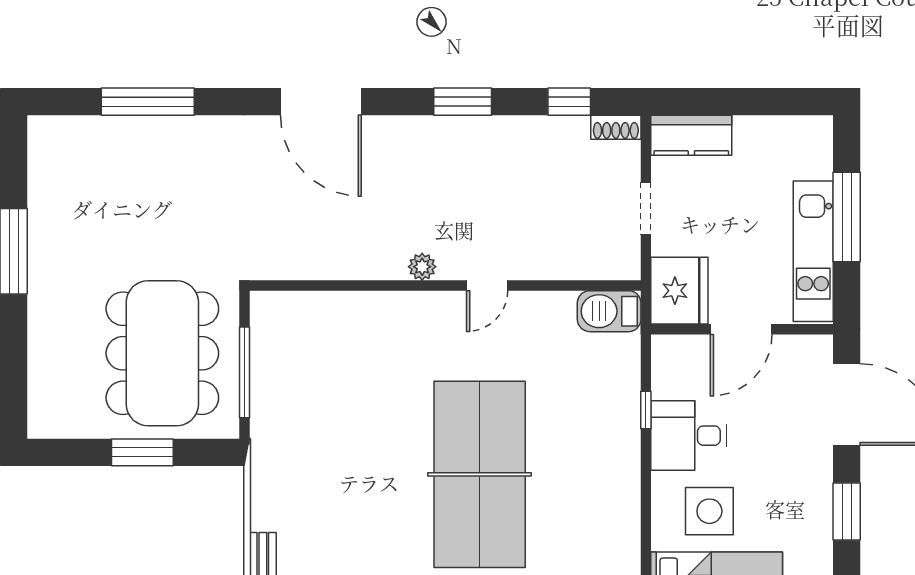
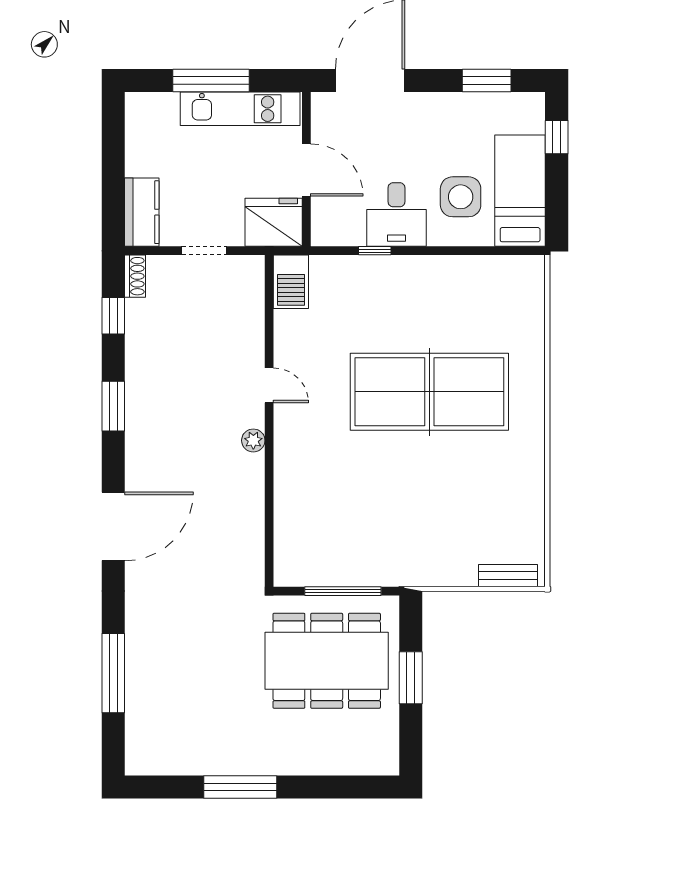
window: (847, 511) -> (487, 80), moved

